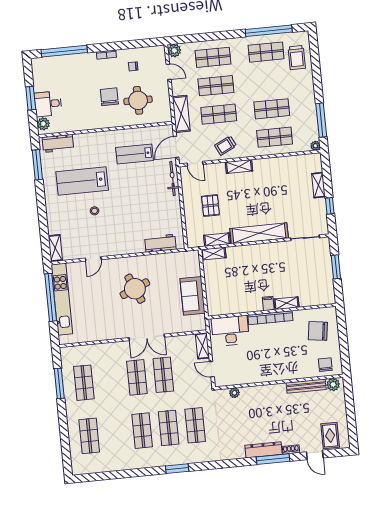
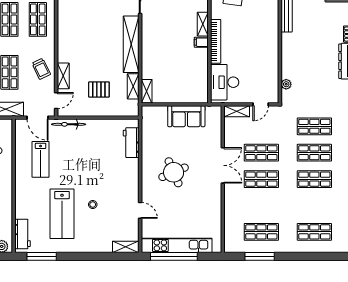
shelving: (239, 167) -> (63, 76), moved

